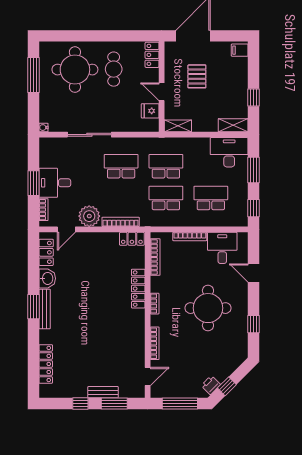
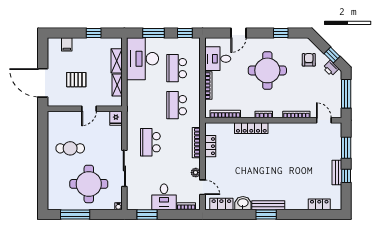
filing cabinet: (240, 50) -> (67, 44), moved
locker: (152, 55) -> (58, 117), removed
round table: (75, 70) -> (89, 184), moved
fridge: (150, 111) -> (116, 118), moved
shelving: (233, 125) -> (117, 61), moved
shelving: (178, 126) -> (117, 85), moved
desk: (229, 152) -> (143, 59), width x1.36, depth x1.30
school desk: (166, 166) -> (150, 105), removed
window: (33, 183) -> (147, 214), moved
plant: (89, 216) -> (196, 173), width x0.53, depth x0.53
locker: (132, 239) -> (210, 146), moved
armchair: (221, 358) -> (309, 60), added
locker: (46, 364) -> (319, 204), width x0.66
bench: (103, 392) -> (337, 172), moved

